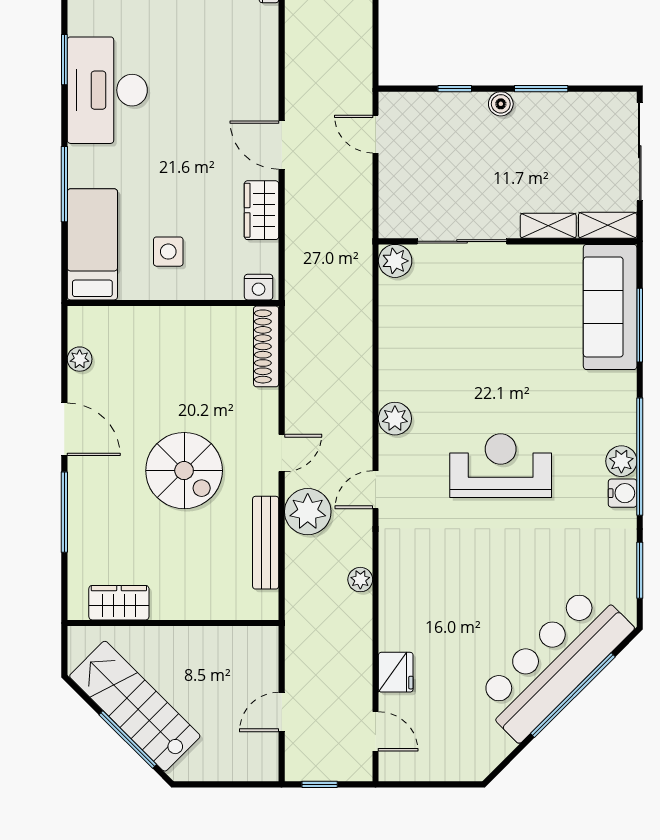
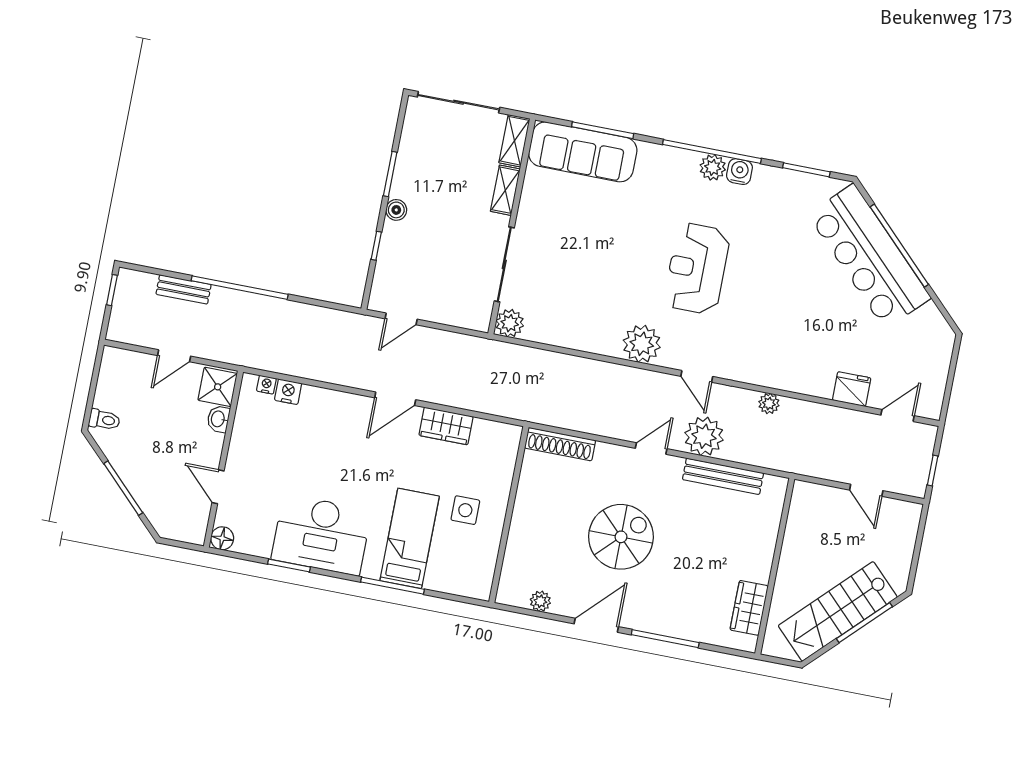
bed: (92, 244) -> (410, 538), moved, turned 90
nightstand: (259, 287) -> (288, 392), moved, turned -90
plant: (395, 419) -> (642, 344), width x1.36, depth x1.36
door: (282, 453) -> (651, 449), hinge flipped
spiral stairs: (184, 471) -> (621, 537), moved

